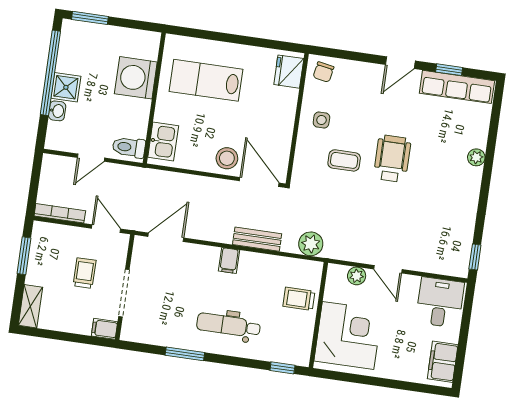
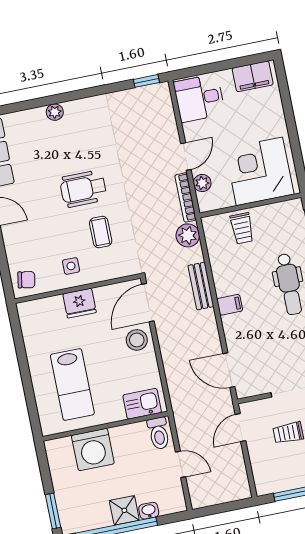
fridge: (289, 72) -> (80, 303), moved
bookcase: (60, 213) -> (186, 197), moved

